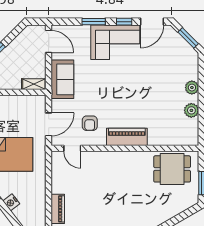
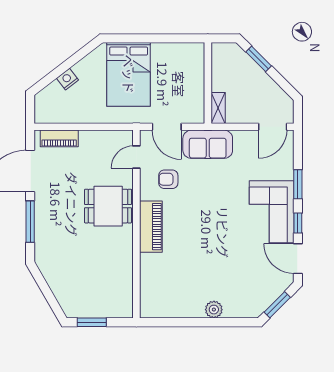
sofa: (62, 79) -> (208, 144), moved
plant: (191, 110) -> (185, 309), removed
dining table: (172, 169) -> (108, 206), moved, turned 90

